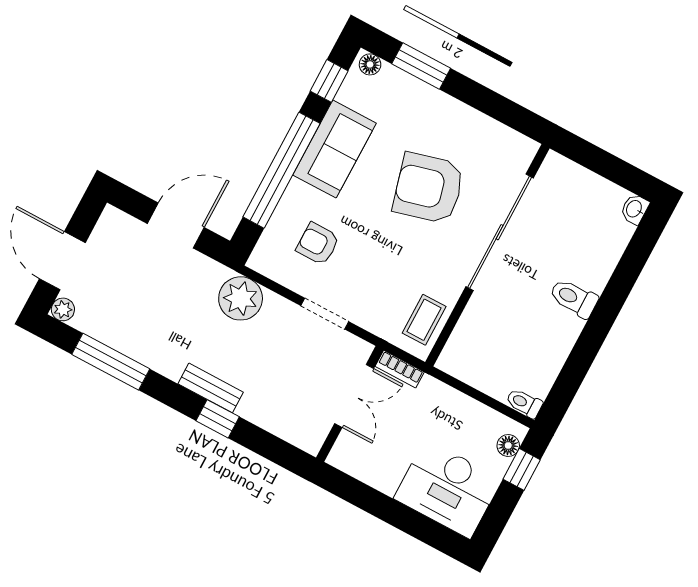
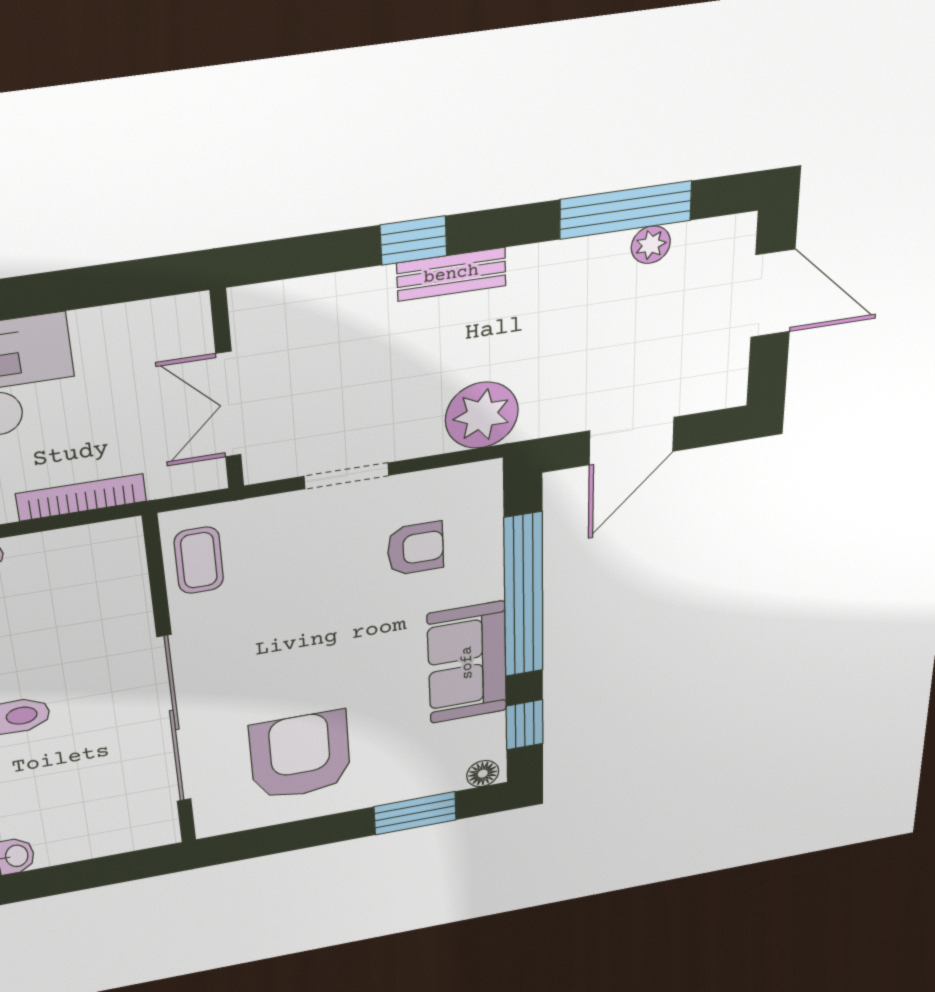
armchair: (429, 188) -> (300, 756), moved, turned -75
plant: (63, 309) -> (651, 245), moved
bookcase: (400, 369) -> (81, 497), moved, width x1.56

